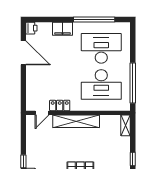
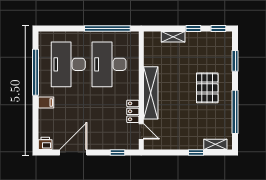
filing cabinet: (63, 29) -> (46, 103), width x0.50
desk: (101, 85) -> (109, 64), turned 180
window: (23, 92) -> (118, 152), added
shelving: (126, 125) -> (173, 37), moved

